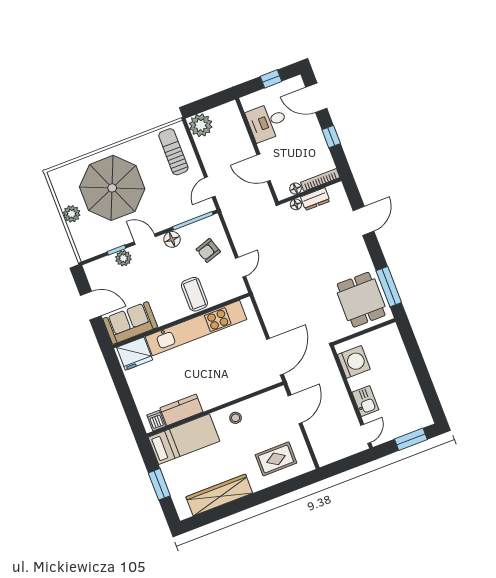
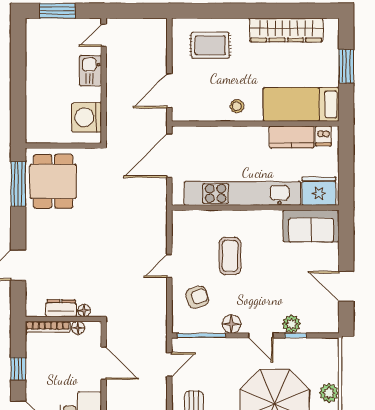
wall: (181, 320) -> (255, 208), moved
sofa: (130, 323) -> (311, 226), moved
kitchen unit: (196, 328) -> (242, 193), moved
fridge: (135, 354) -> (319, 191), moved

